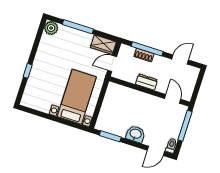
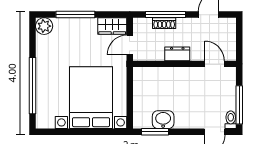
window: (28, 71) -> (33, 86), width x3.17
bed with nightstands: (77, 97) -> (91, 98), width x1.36
window: (185, 126) -> (239, 105), moved
washbasin: (135, 134) -> (163, 120), moved

